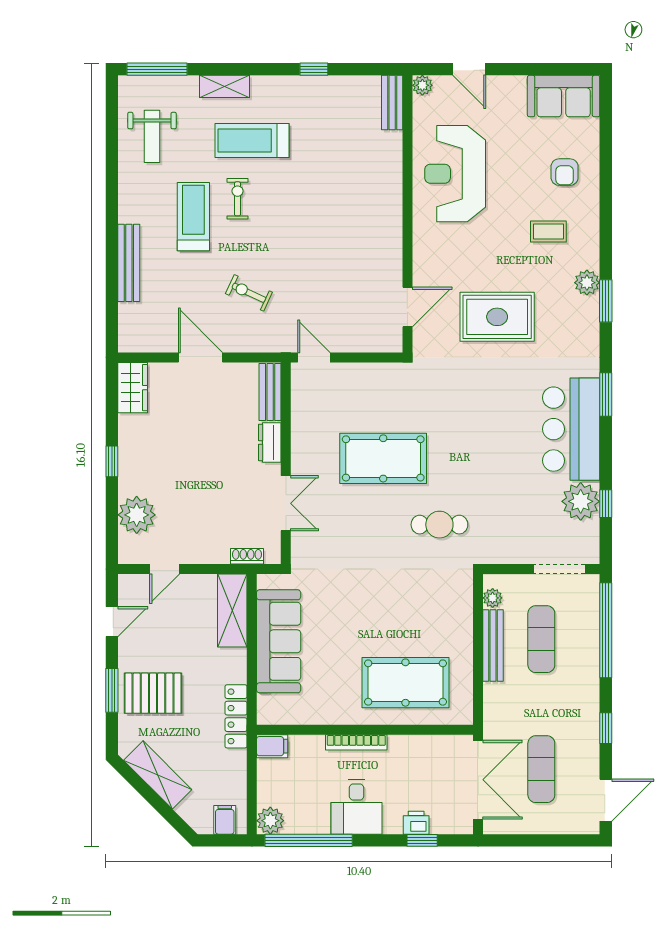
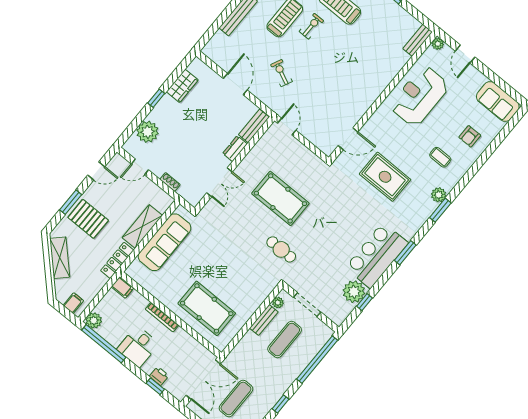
wardrobe: (133, 388) -> (182, 86), moved
shoe rack: (247, 556) -> (170, 182), moved
doorway: (559, 569) -> (307, 305), moved
shelving: (232, 611) -> (142, 226), moved
bench: (493, 645) -> (264, 320), width x0.73

